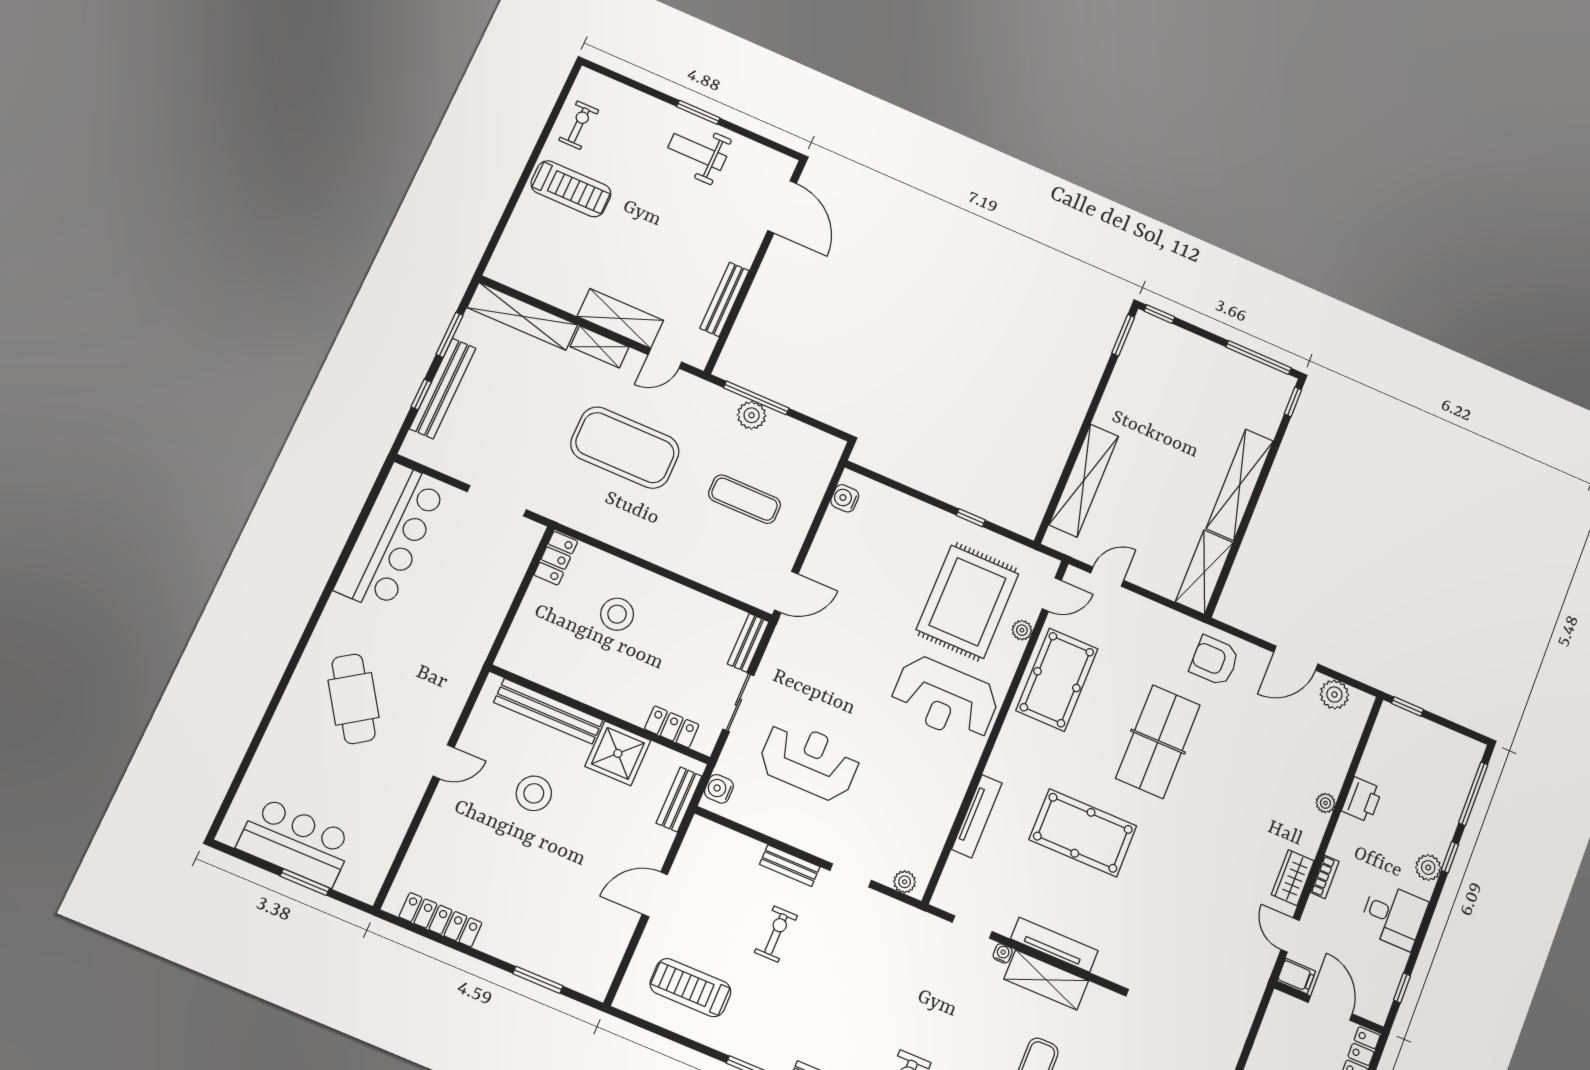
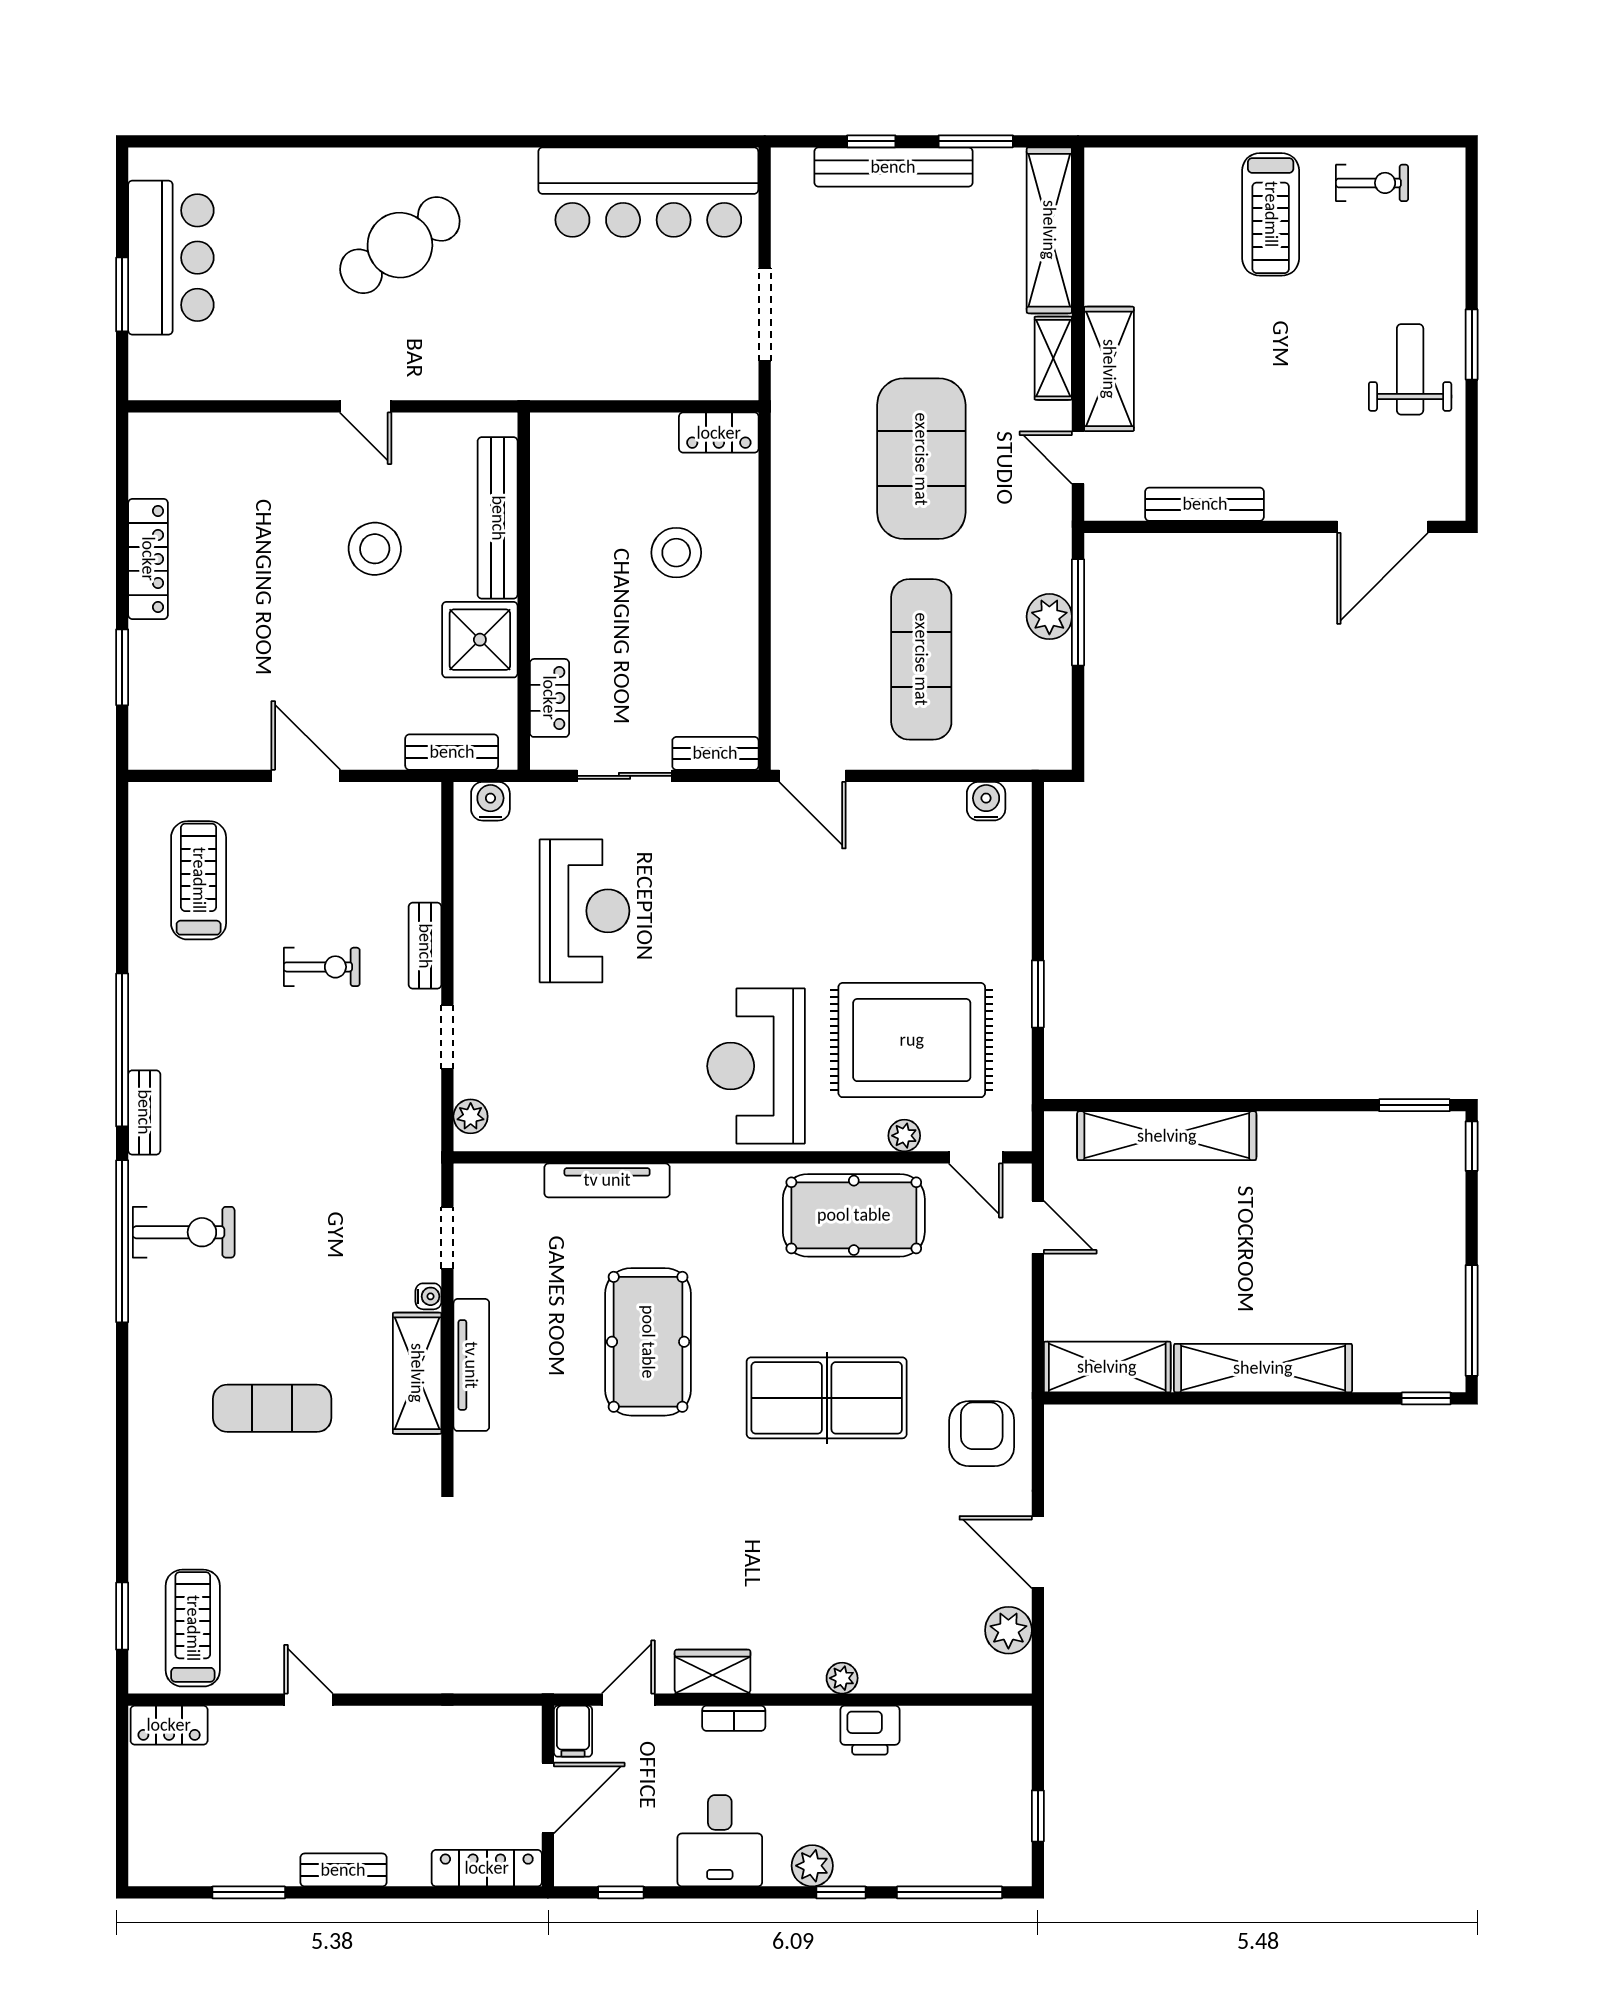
exercise mat: (745, 499) -> (921, 659), width x1.36, depth x1.45
window: (971, 518) -> (1038, 994), width x1.50
window: (1407, 706) -> (1038, 1816), moved
locker: (441, 920) -> (148, 559), moved

